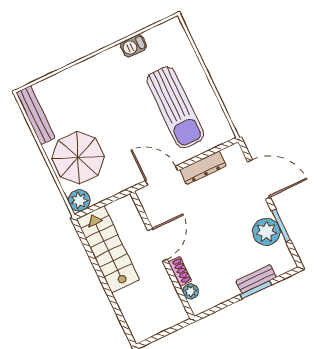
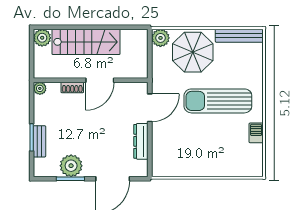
sun lounger: (175, 107) -> (218, 101), moved
door: (157, 245) -> (100, 80), hinge flipped
stairs: (108, 249) -> (86, 42), moved
plant: (191, 291) -> (40, 88), moved
plant: (141, 330) -> (42, 38), added

